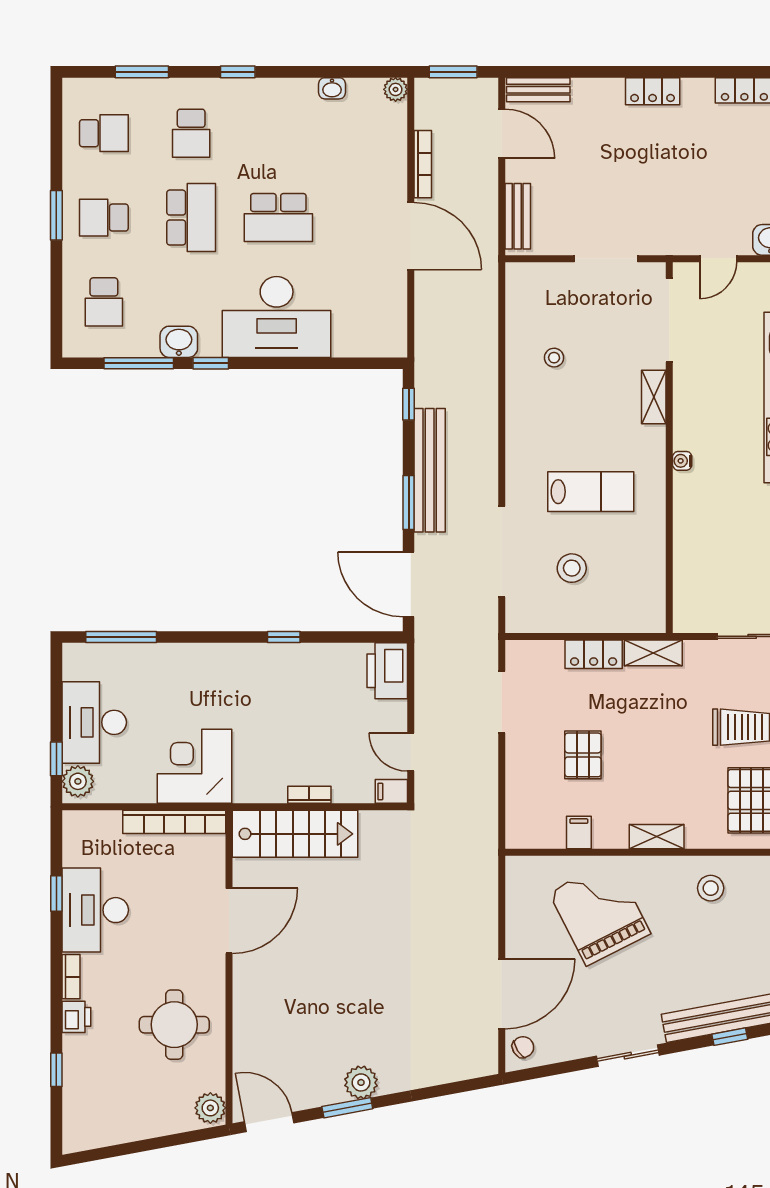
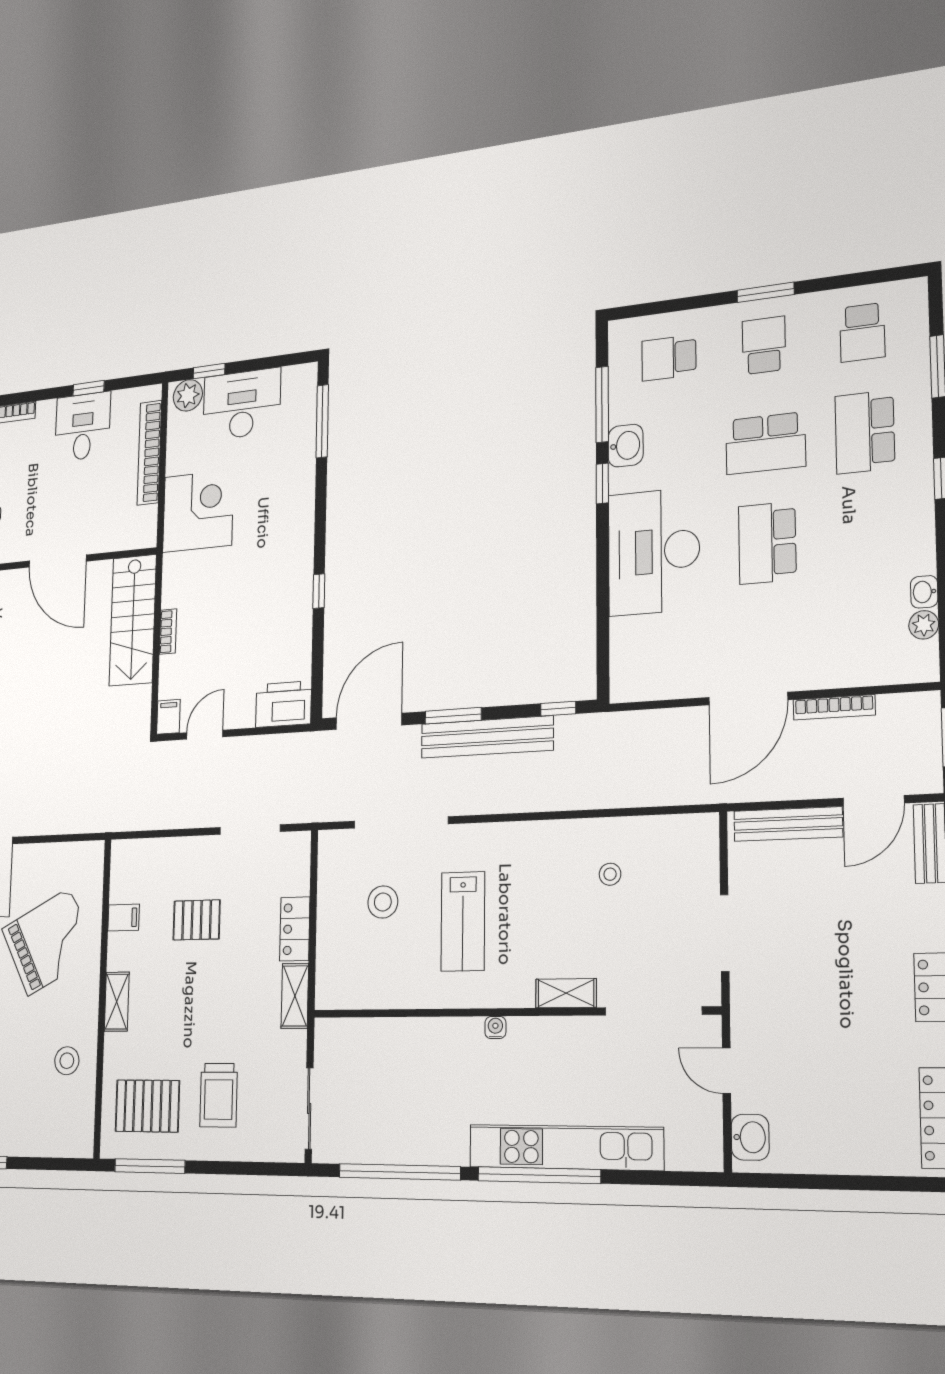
plant: (396, 89) -> (924, 625), moved
school desk: (191, 133) -> (865, 432), width x1.85
bench: (518, 216) -> (788, 824), width x1.36
bookcase: (174, 822) -> (149, 453), moved
desk: (95, 910) -> (83, 427), width x0.73

